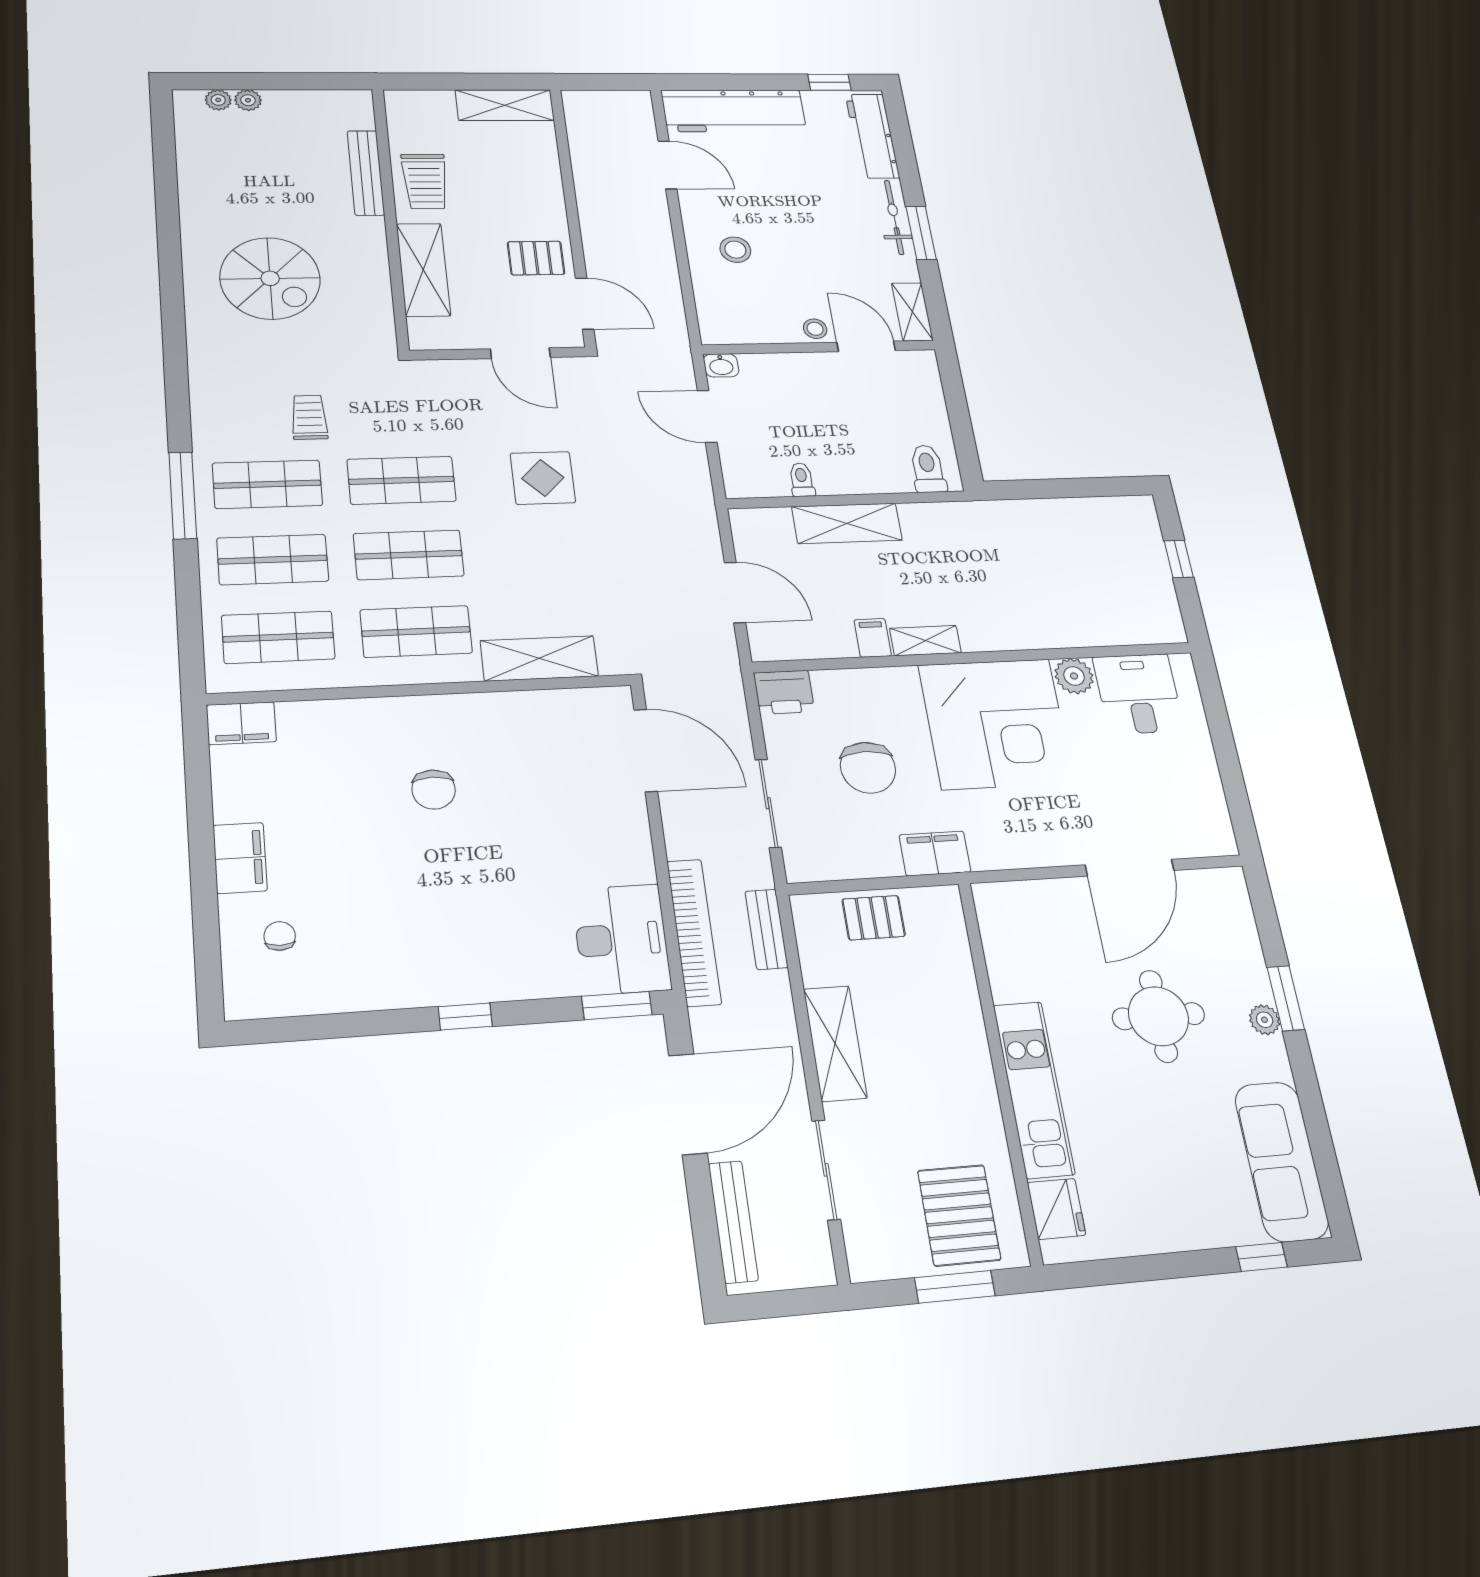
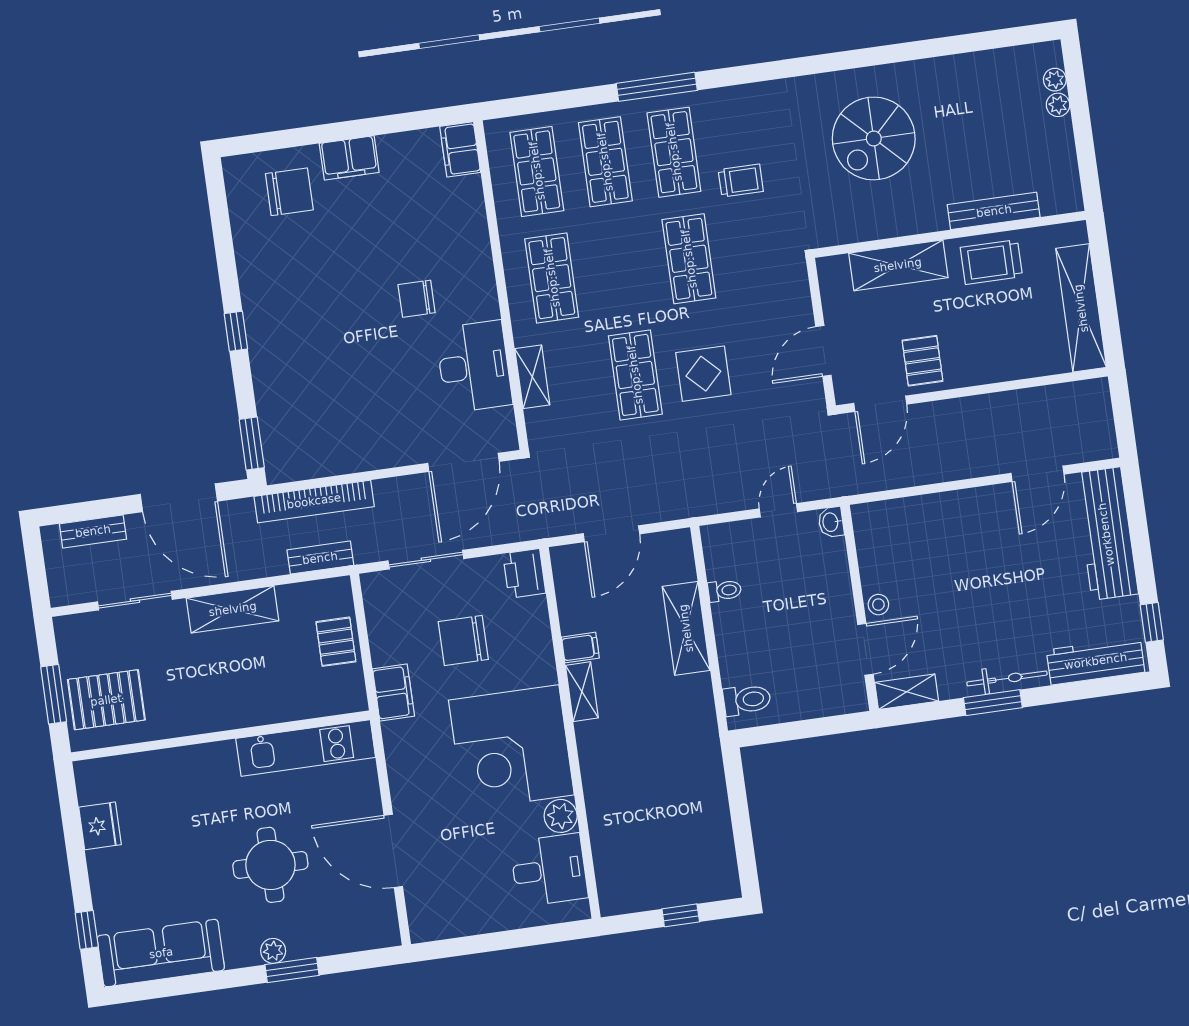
shelving: (505, 105) -> (1081, 308), width x1.47
stool: (735, 250) -> (953, 535), removed
door: (707, 416) -> (778, 510), width x0.73
shop shelf: (409, 555) -> (635, 375), moved
shelving: (539, 658) -> (532, 377), width x0.67, depth x0.75
chair: (280, 936) -> (289, 192), width x1.87, depth x1.87
desk: (621, 939) -> (474, 367), moved, turned -90
kitchen unit: (1034, 1089) -> (306, 748), moved
fridge: (1057, 1209) -> (100, 826), moved, turned -90
bench: (733, 1222) -> (93, 531), width x0.73

